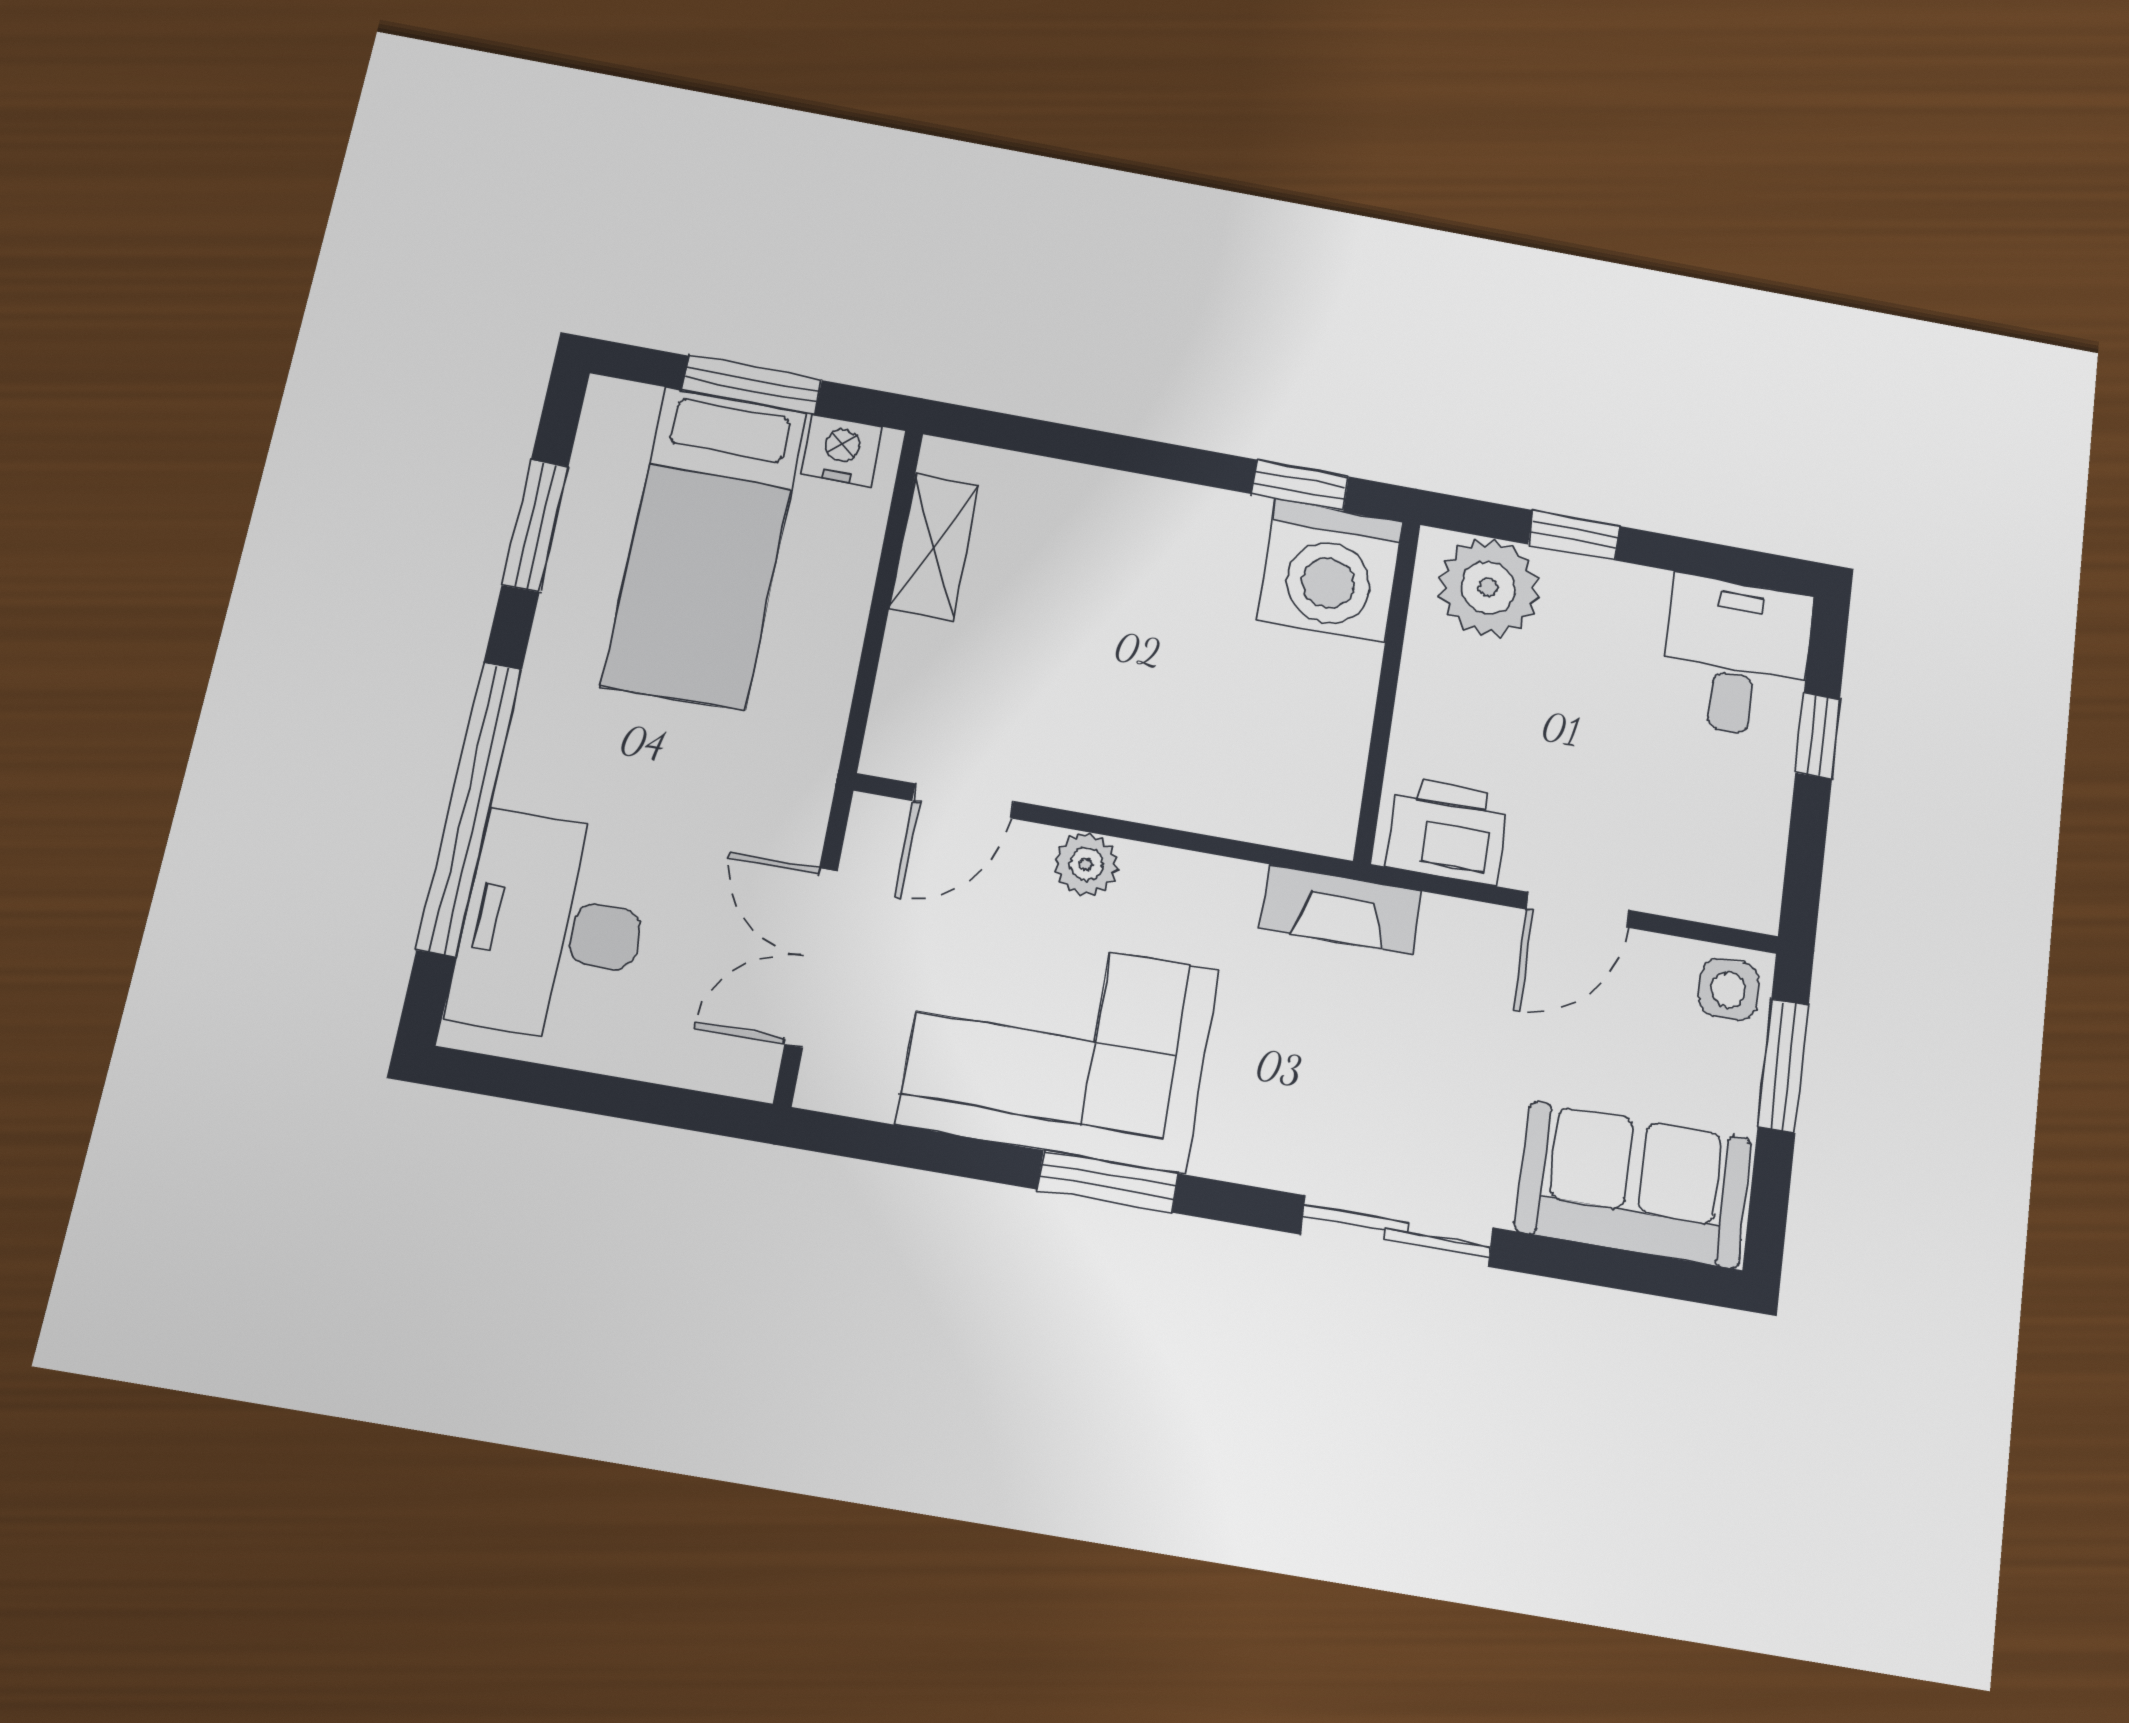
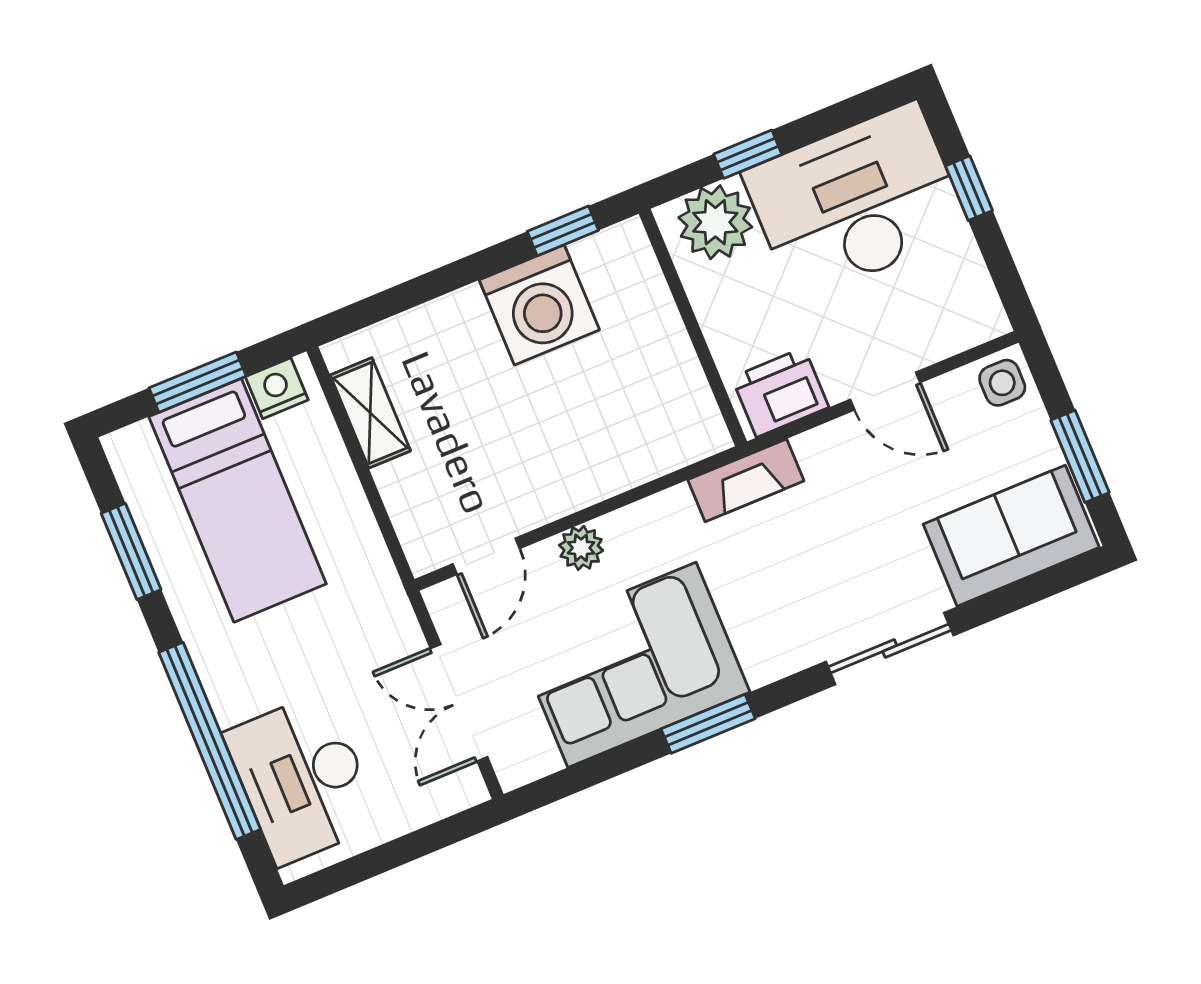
washing machine: (1330, 571) -> (539, 305), moved
desk: (1736, 657) -> (856, 202), width x1.87, depth x1.30
door: (1578, 910) -> (885, 391), hinge flipped
window: (1783, 1066) -> (1080, 456), moved

